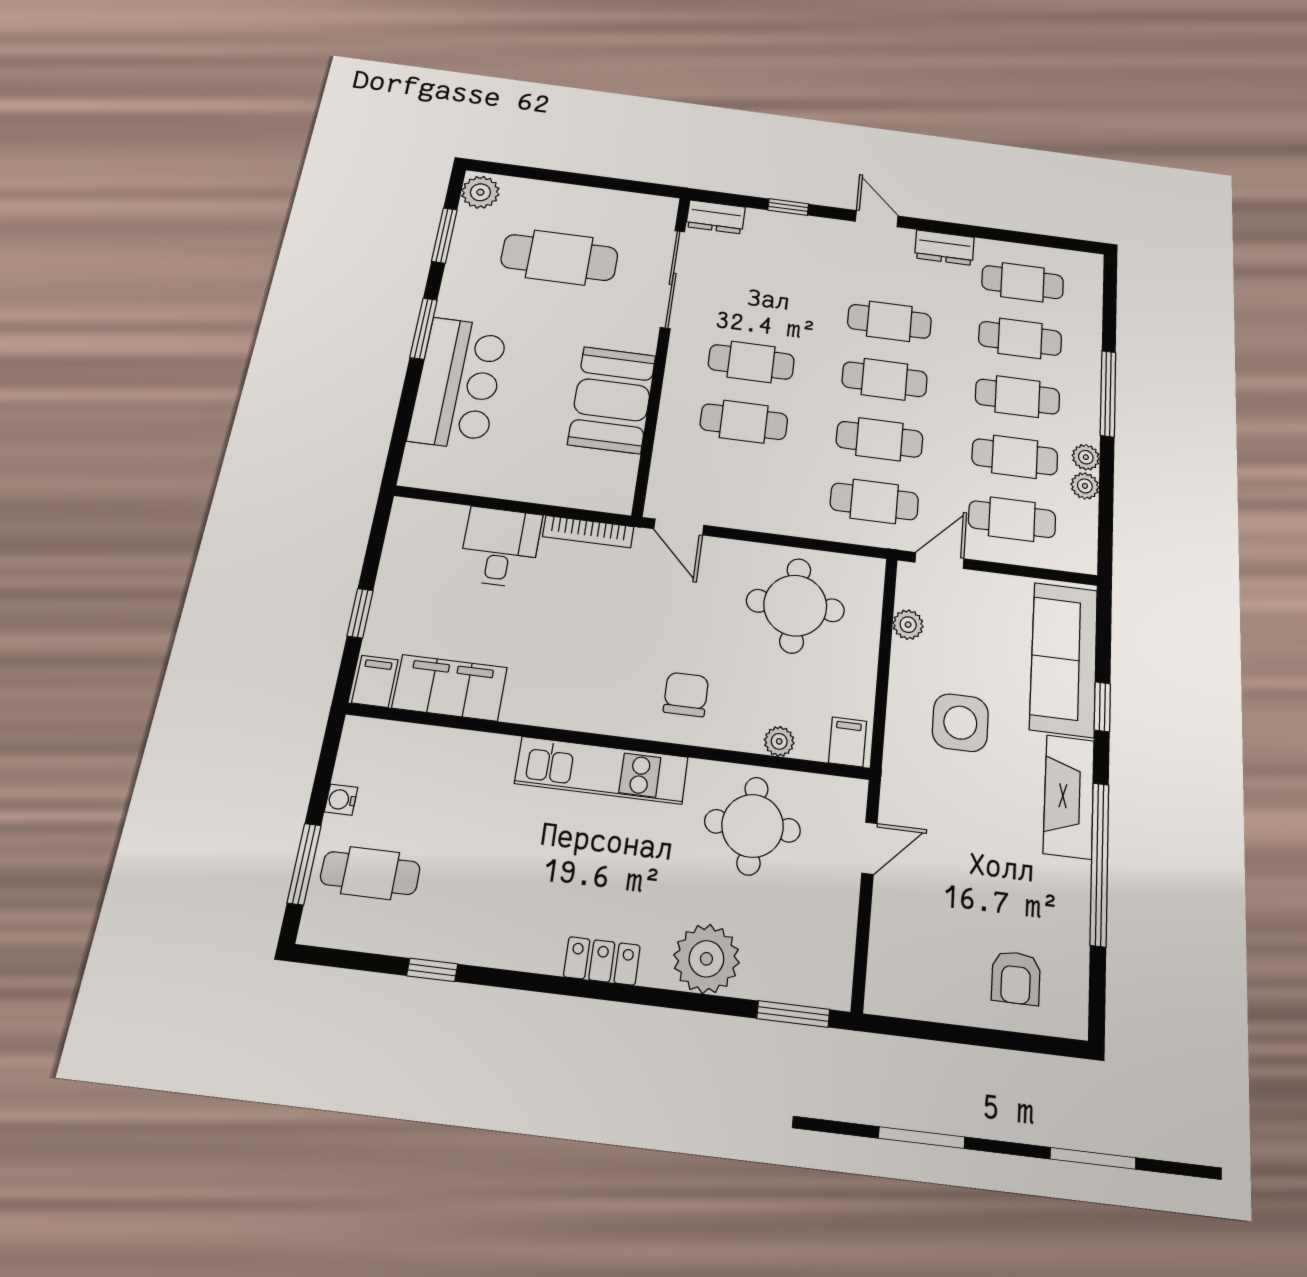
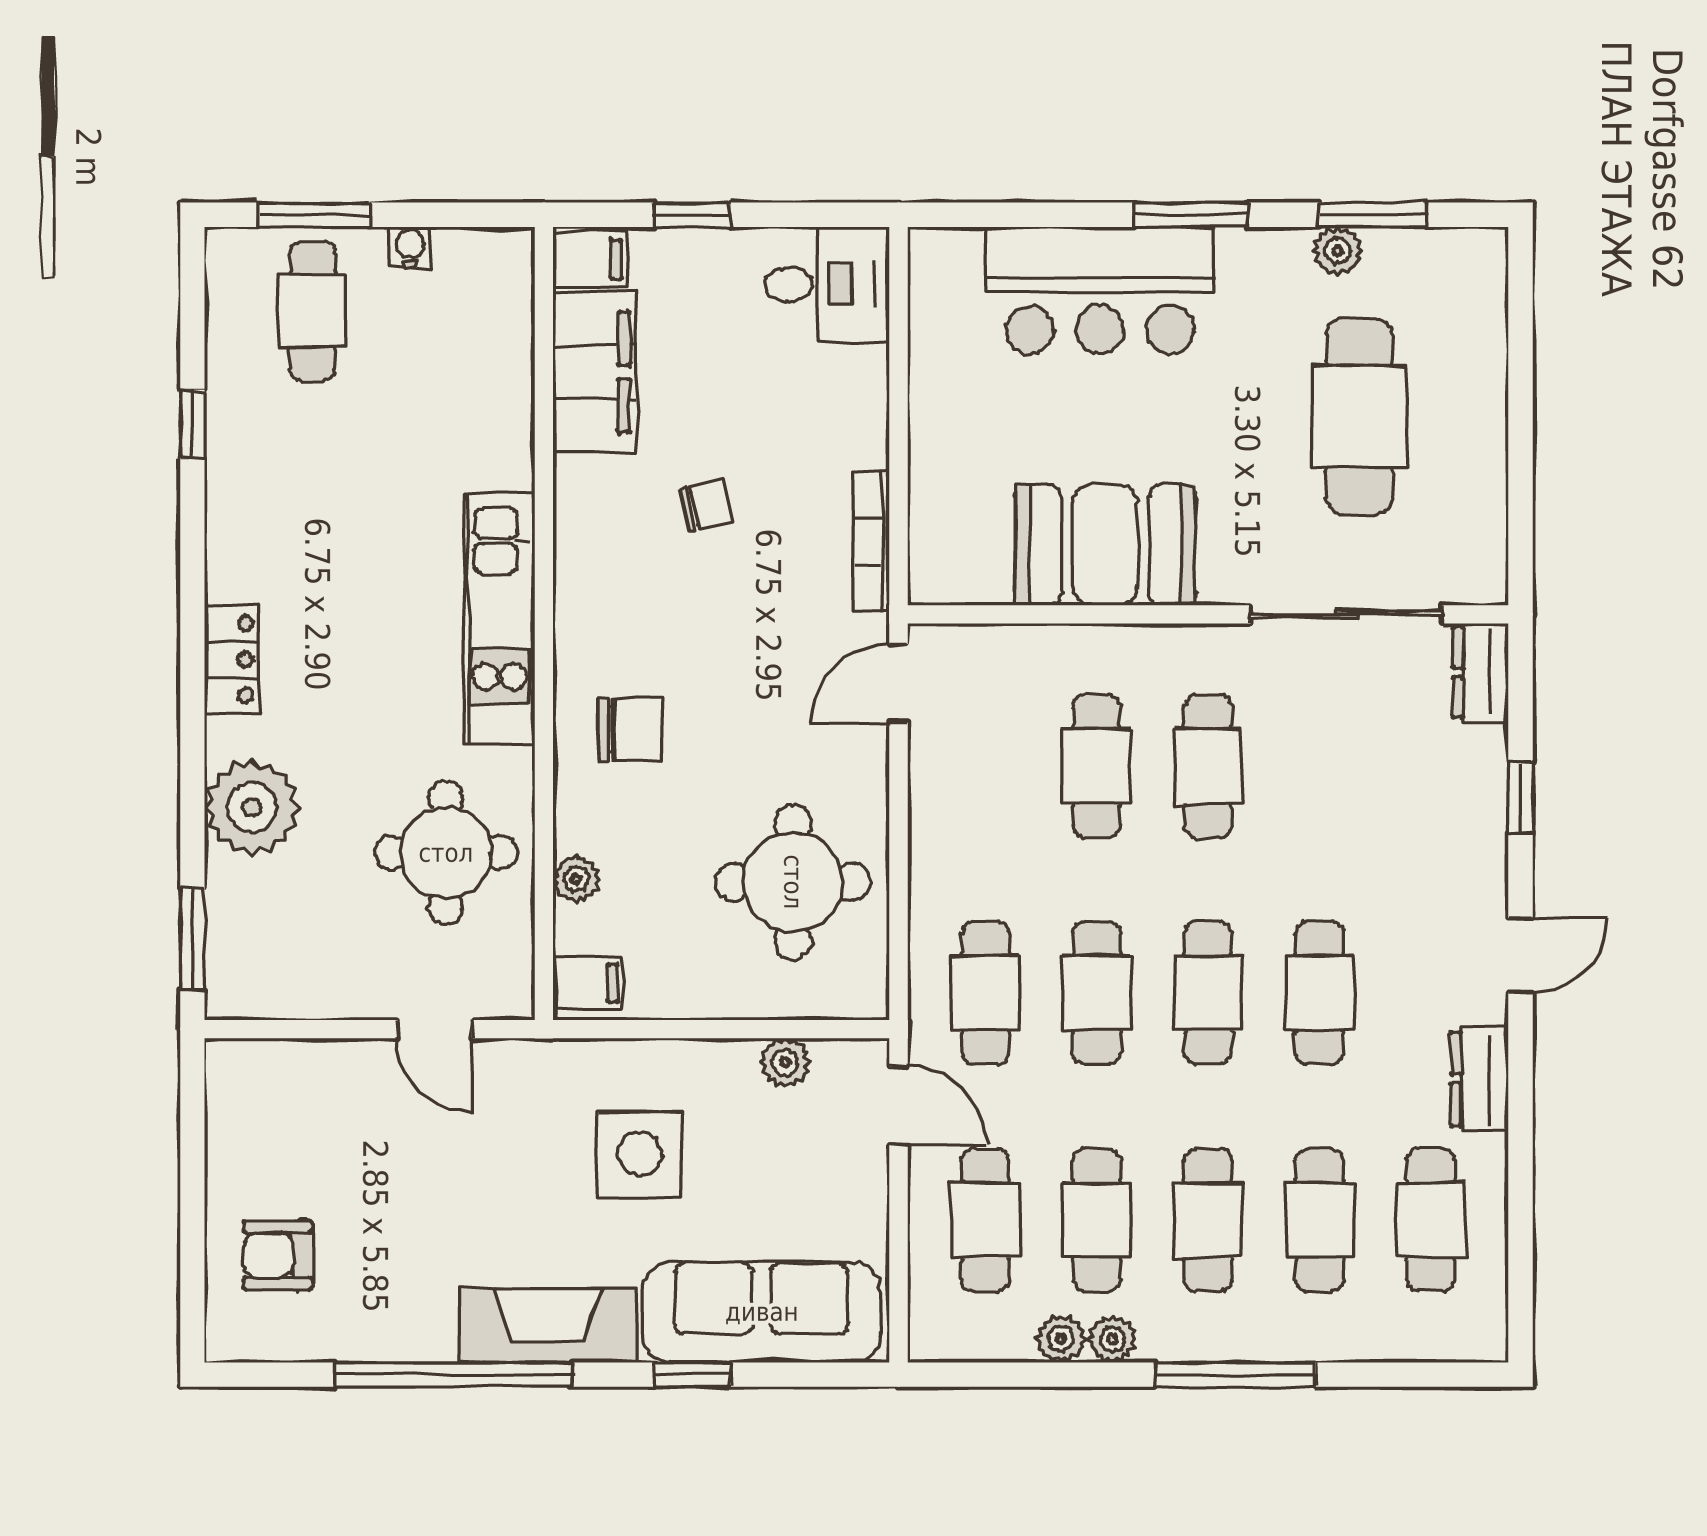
plant: (480, 192) -> (1338, 251), moved, width x0.73, depth x0.73
desk: (500, 547) -> (827, 285), moved
chair: (549, 628) -> (706, 505), added

